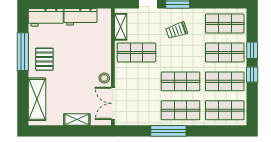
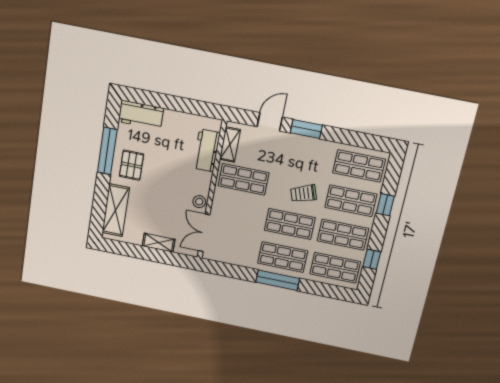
workbench: (80, 17) -> (207, 150), moved, turned 90
trolley: (177, 30) -> (304, 193), moved
window: (252, 75) -> (372, 259), moved
window: (168, 131) -> (278, 280), moved

